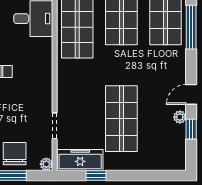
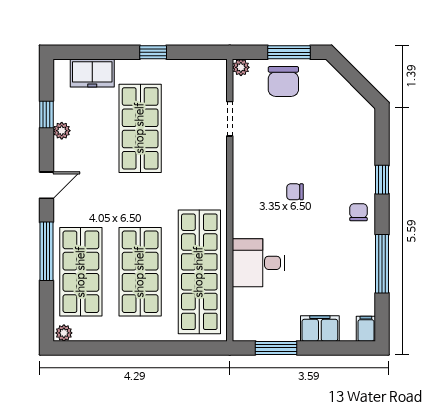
door: (191, 94) -> (46, 185), moved
freezer: (80, 160) -> (92, 73), moved, width x0.71
window: (96, 175) -> (153, 52), moved

